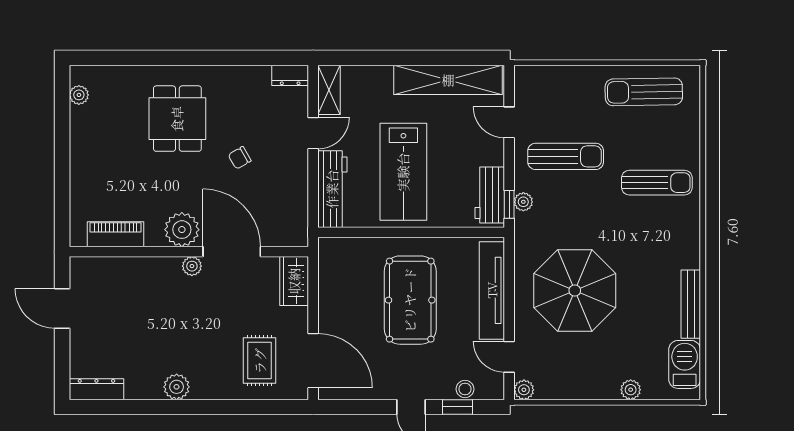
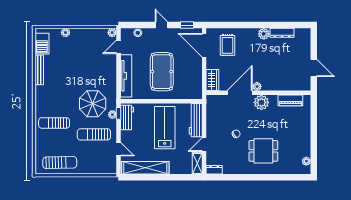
dining table: (177, 119) -> (263, 151), turned 90
door: (232, 252) -> (240, 93), swing flipped
parasol: (575, 290) -> (93, 104), moved, width x0.73, depth x0.73
door: (509, 357) -> (119, 47), swing flipped
dresser: (96, 389) -> (282, 33), moved
window: (458, 407) -> (187, 25), moved

